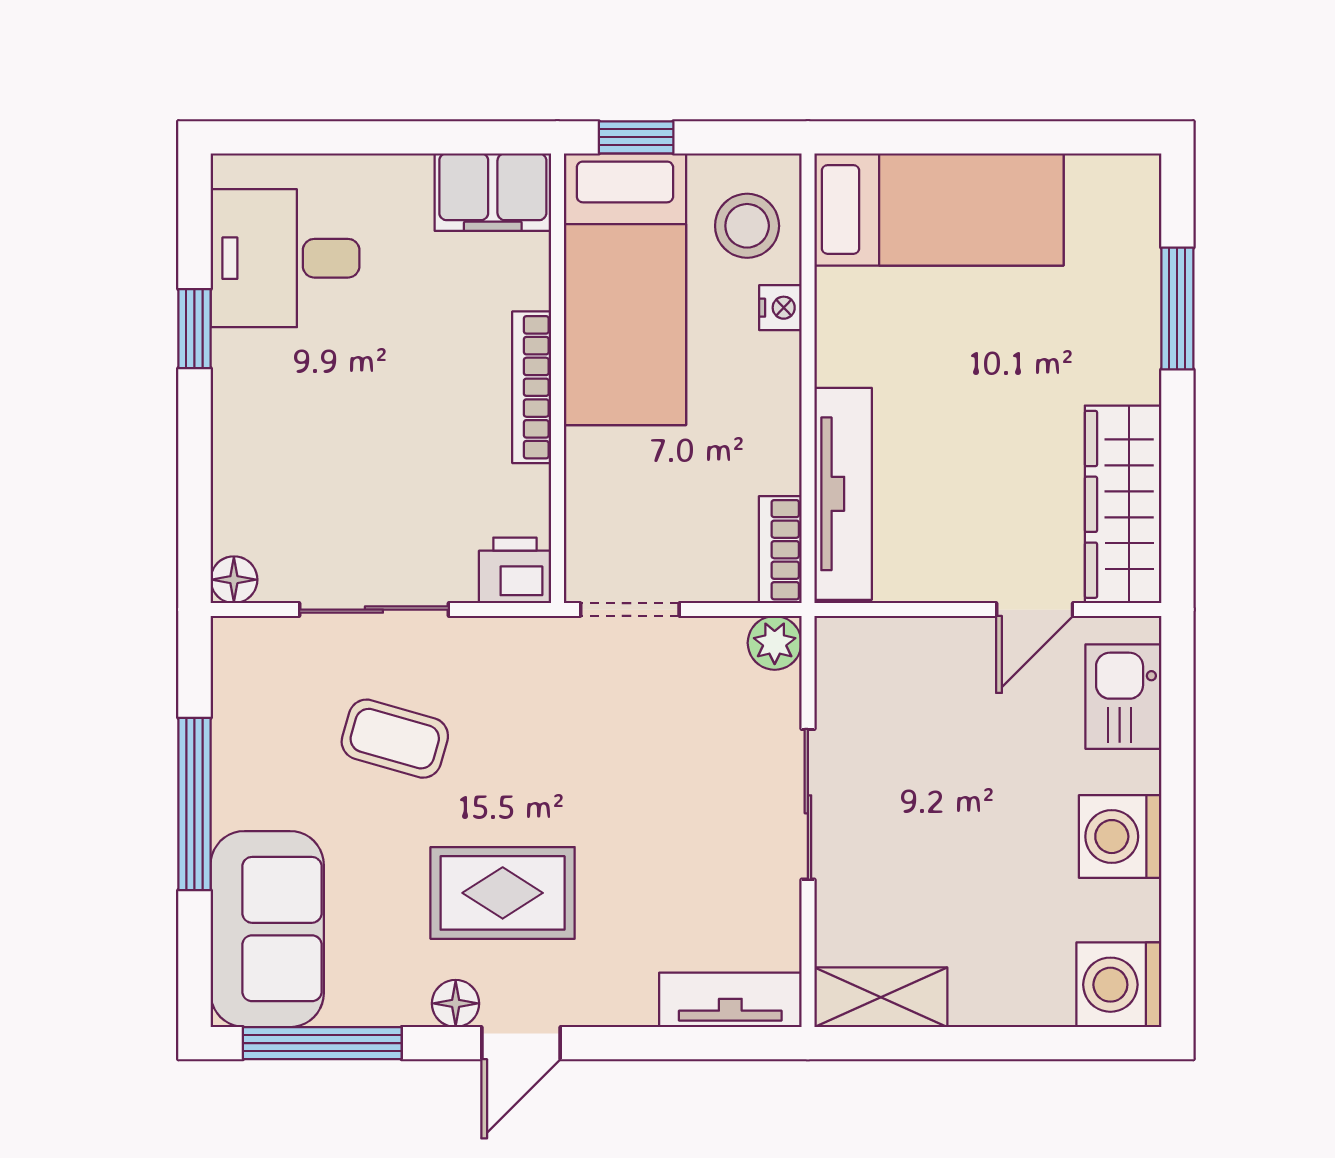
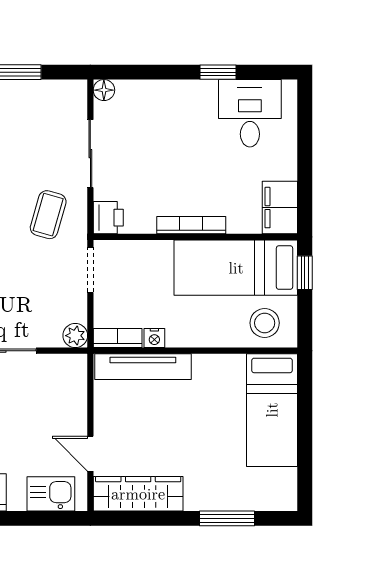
nightstand: (780, 308) -> (154, 338), moved
coffee table: (395, 739) -> (48, 215), moved

